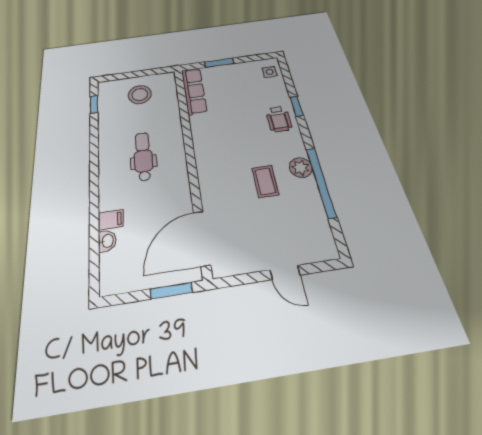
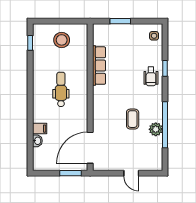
row of seats: (194, 91) -> (99, 66), moved
plant: (301, 168) -> (156, 129), moved

